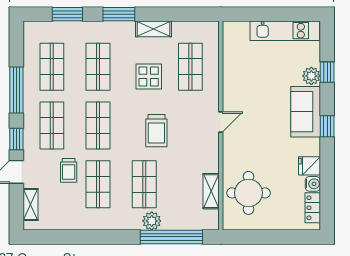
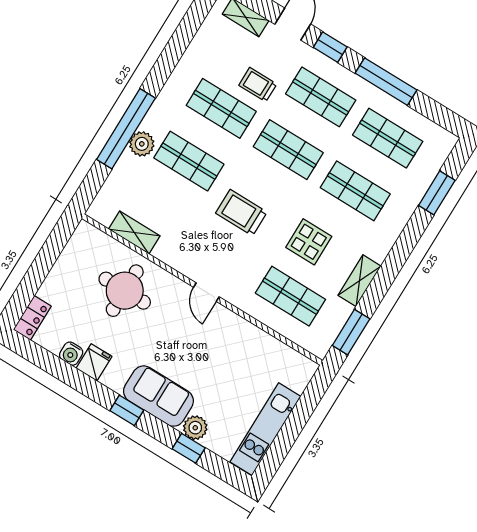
window: (119, 14) -> (351, 332), moved
round table: (249, 193) -> (125, 291), moved
locker: (313, 208) -> (32, 318), moved, turned 90
window: (171, 237) -> (126, 129), moved

